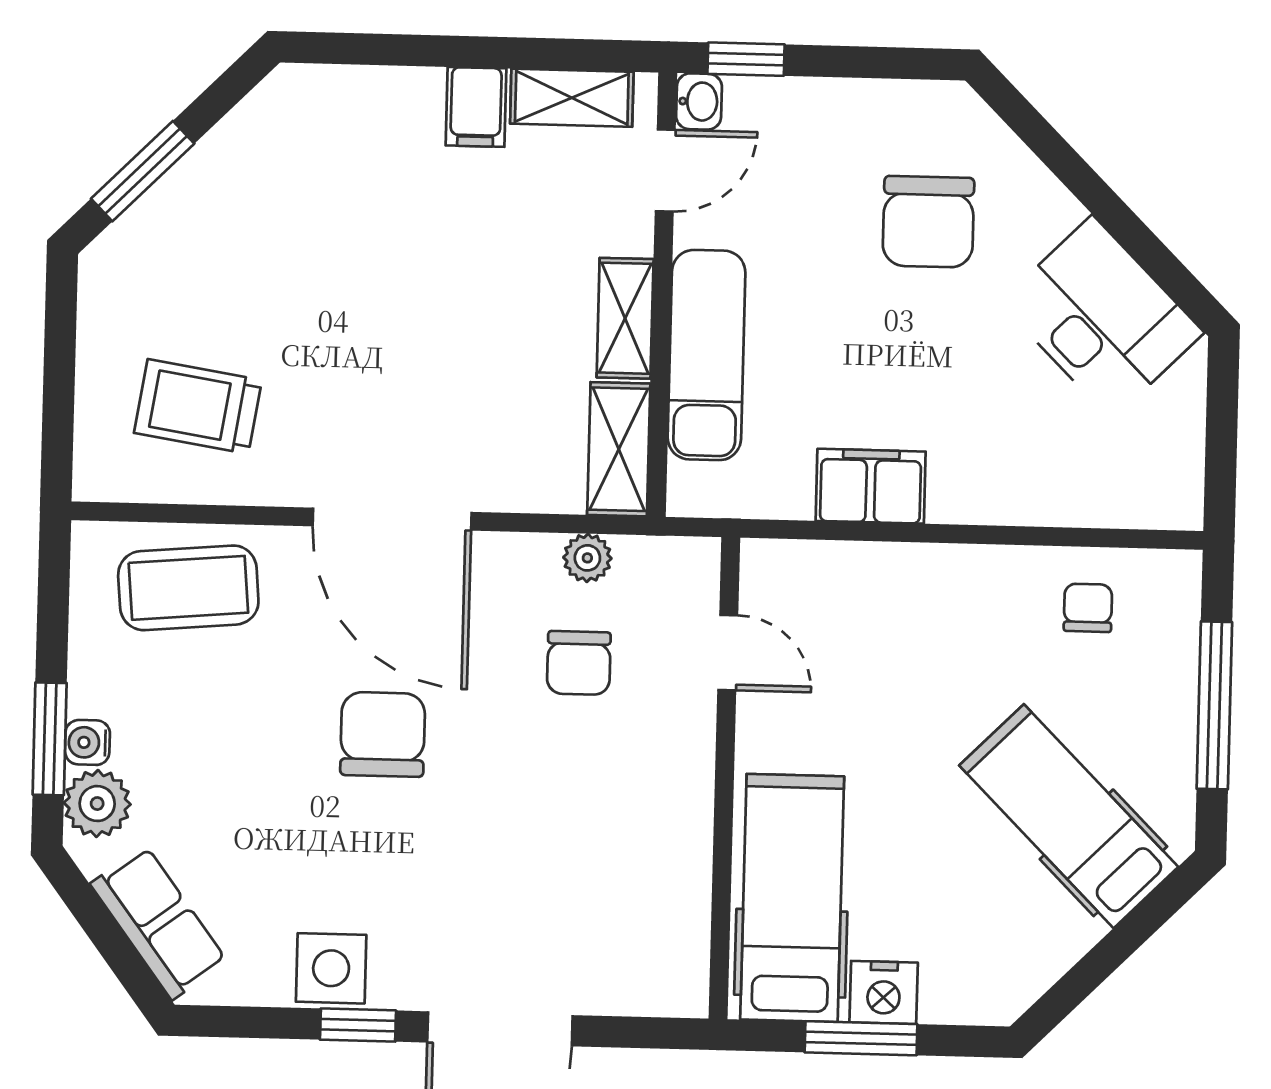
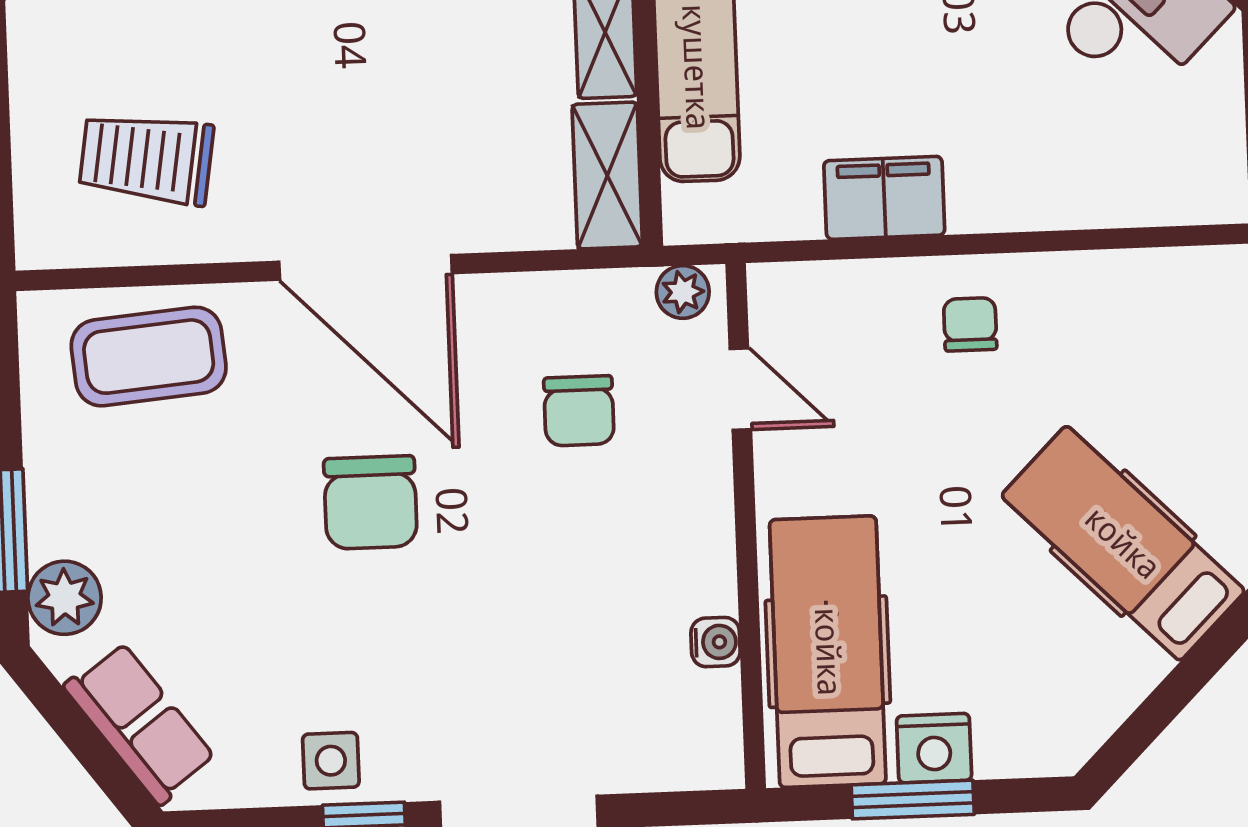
plant: (587, 558) -> (683, 292), moved
chair: (1088, 608) -> (970, 324), moved
chair: (383, 734) -> (371, 502), turned 180
water cooler: (87, 742) -> (716, 642), moved, turned 180
side table: (331, 968) -> (331, 761), width x0.73, depth x0.73

